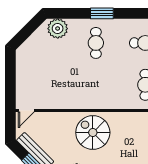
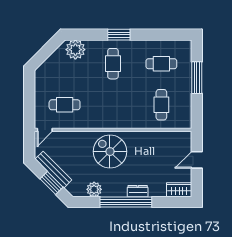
cafe table: (46, 85) -> (65, 105), added

